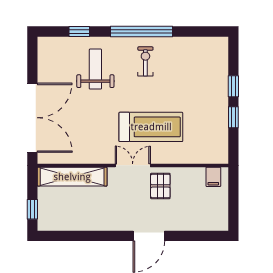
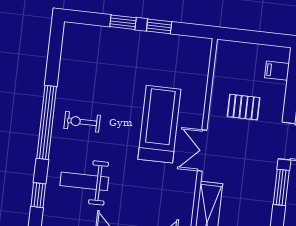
filing cabinet: (213, 177) -> (277, 71), moved, turned 180
pallet: (160, 186) -> (244, 107), moved
window: (109, 236) -> (281, 187), added

